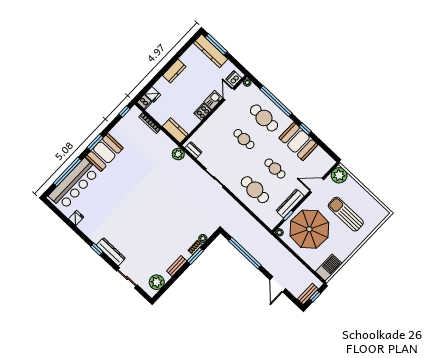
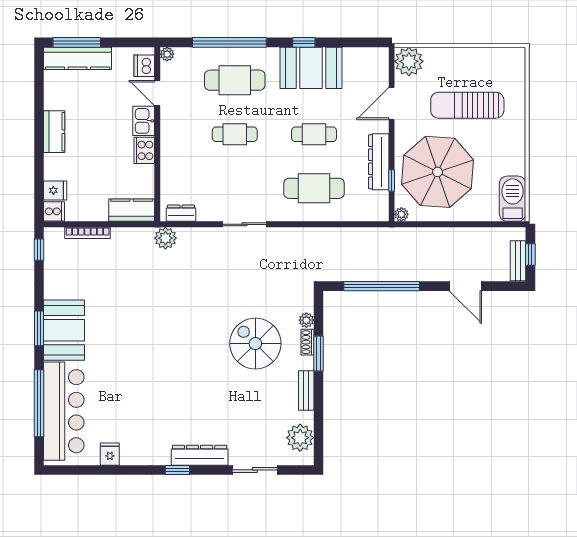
spiral stairs: (174, 229) -> (255, 344), added

